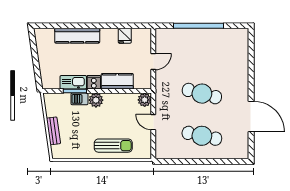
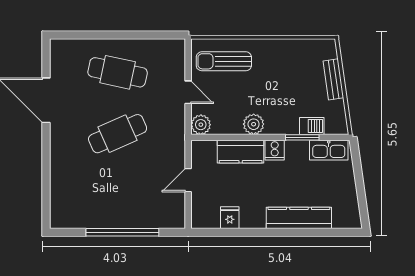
kitchen sink: (73, 82) -> (329, 150), moved
cafe table: (202, 94) -> (118, 134), turned -39
barbecue: (79, 99) -> (312, 126), moved
plant: (96, 100) -> (254, 124), moved
sun lounger: (113, 146) -> (224, 61), moved

